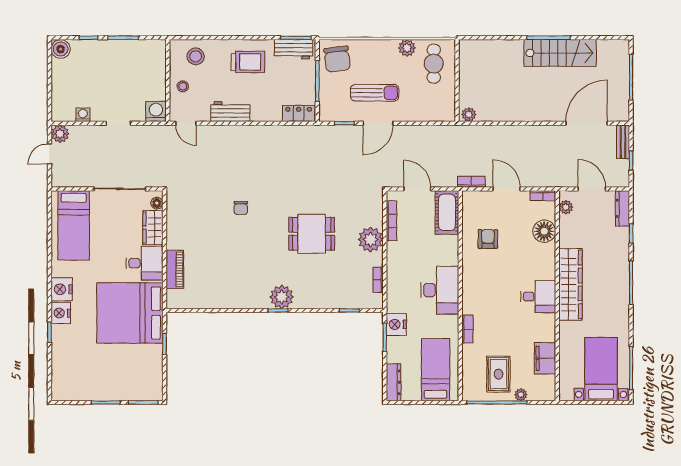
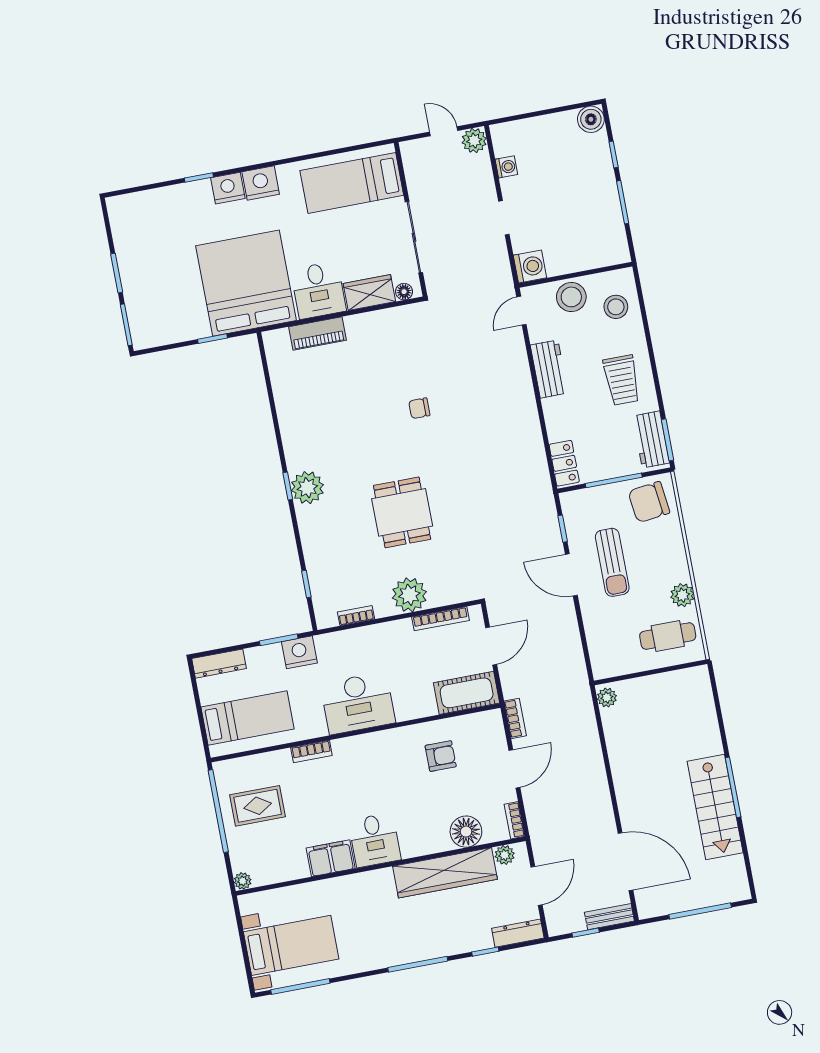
stool: (183, 86) -> (571, 297), width x1.89, depth x1.89
wardrobe: (570, 284) -> (445, 873), moved
filing cabinet: (545, 358) -> (331, 858), moved
plant: (521, 395) -> (243, 881), moved

